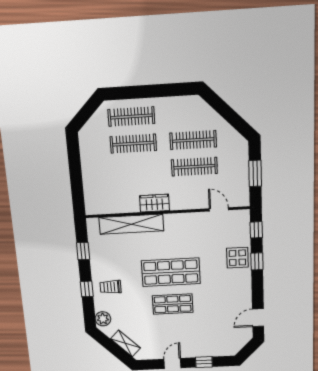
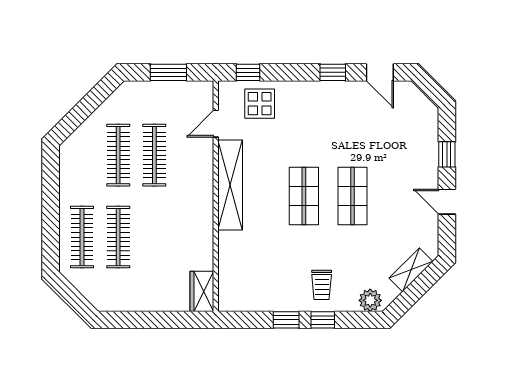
wardrobe: (155, 203) -> (202, 291), moved
shelving: (131, 224) -> (230, 185), moved
window: (83, 251) -> (286, 320), moved
display table: (237, 258) -> (260, 104), moved
window: (257, 261) -> (333, 72), moved
shop shelf: (171, 272) -> (304, 196), width x0.70, depth x0.74

